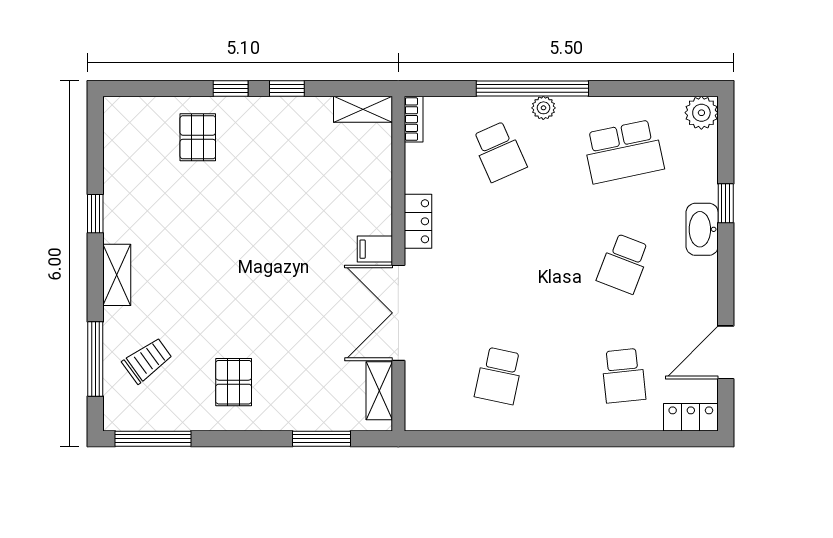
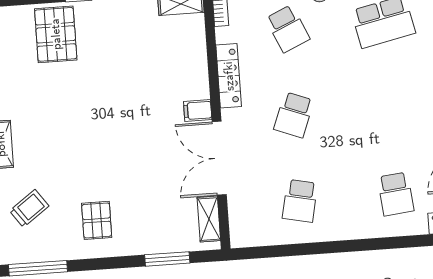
pallet: (198, 137) -> (56, 34), width x1.50, depth x1.42
locker: (418, 221) -> (229, 76), width x1.53
school desk: (624, 264) -> (294, 115), moved

